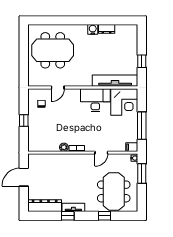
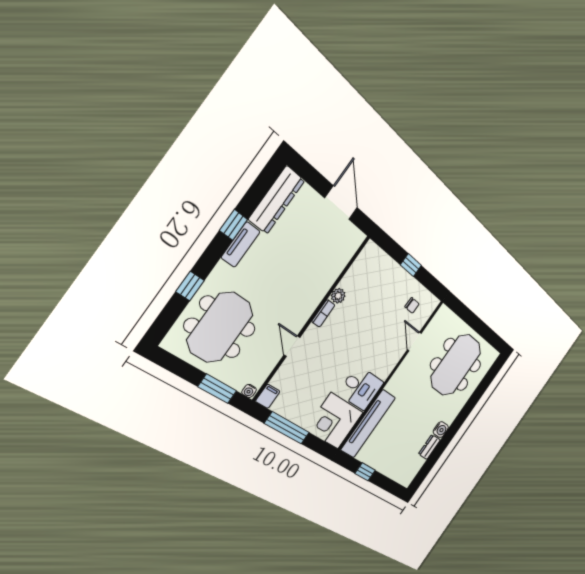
desk: (95, 100) -> (361, 388), width x0.73
meeting table: (114, 191) -> (220, 327), turned 90

